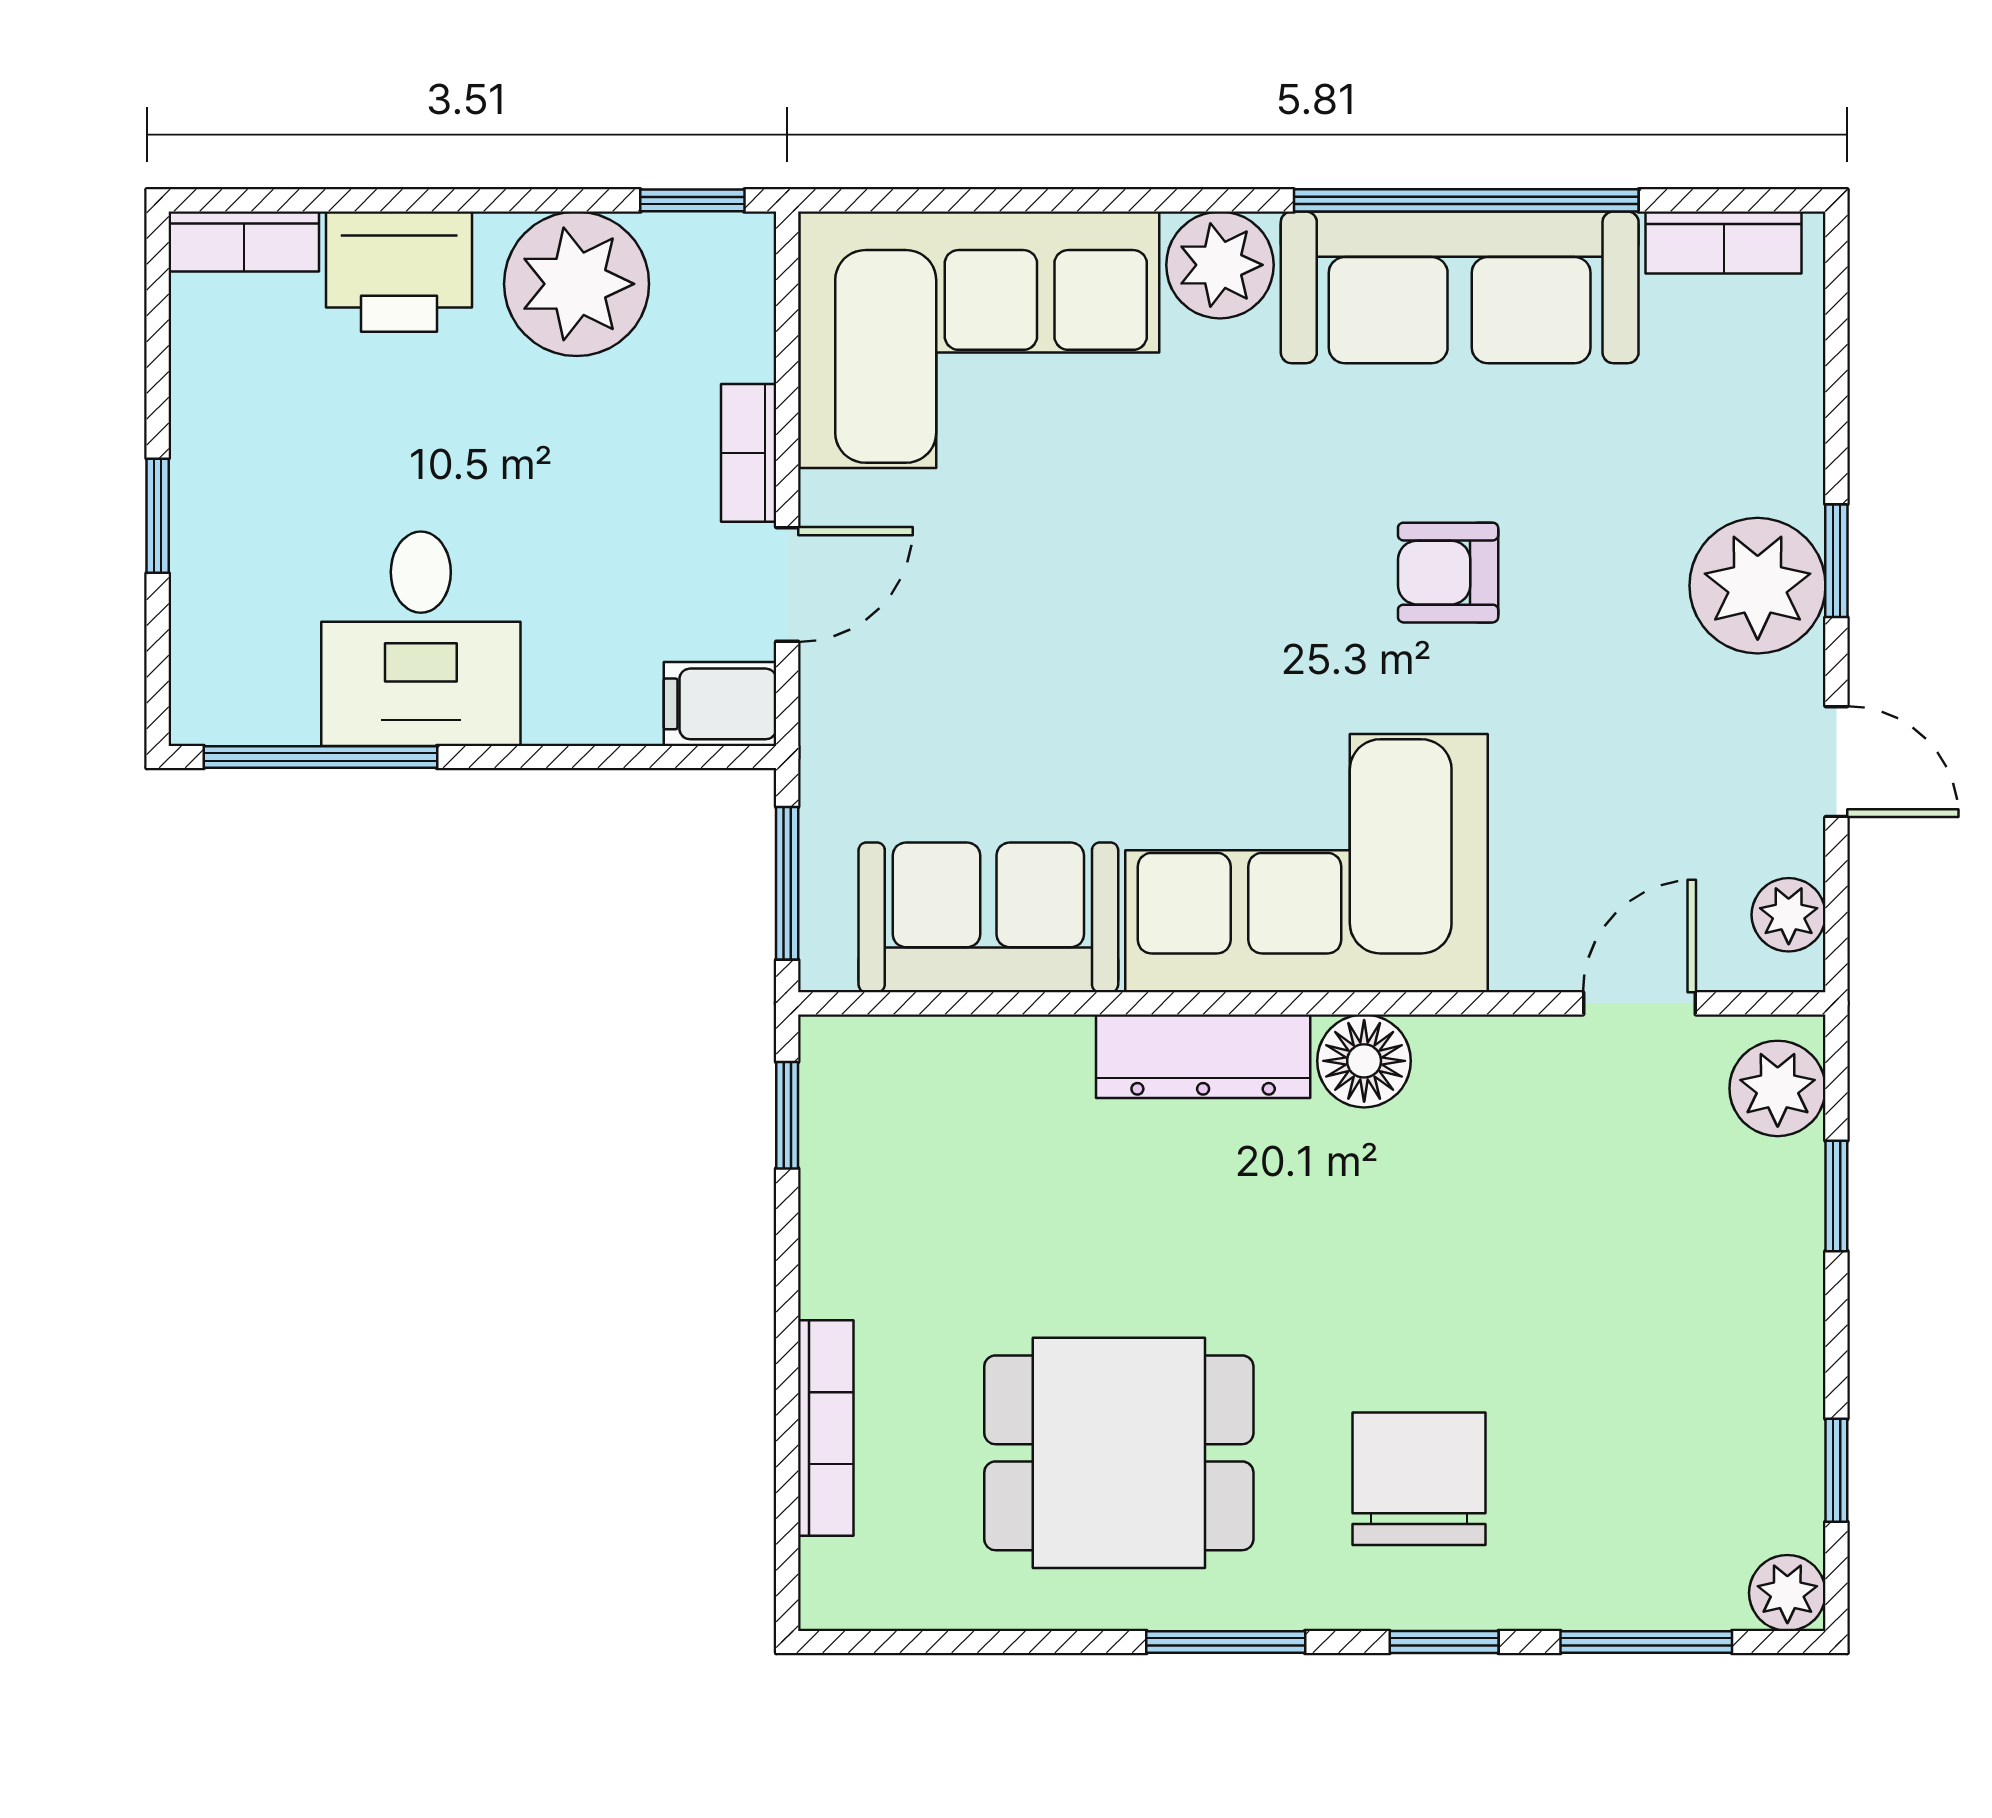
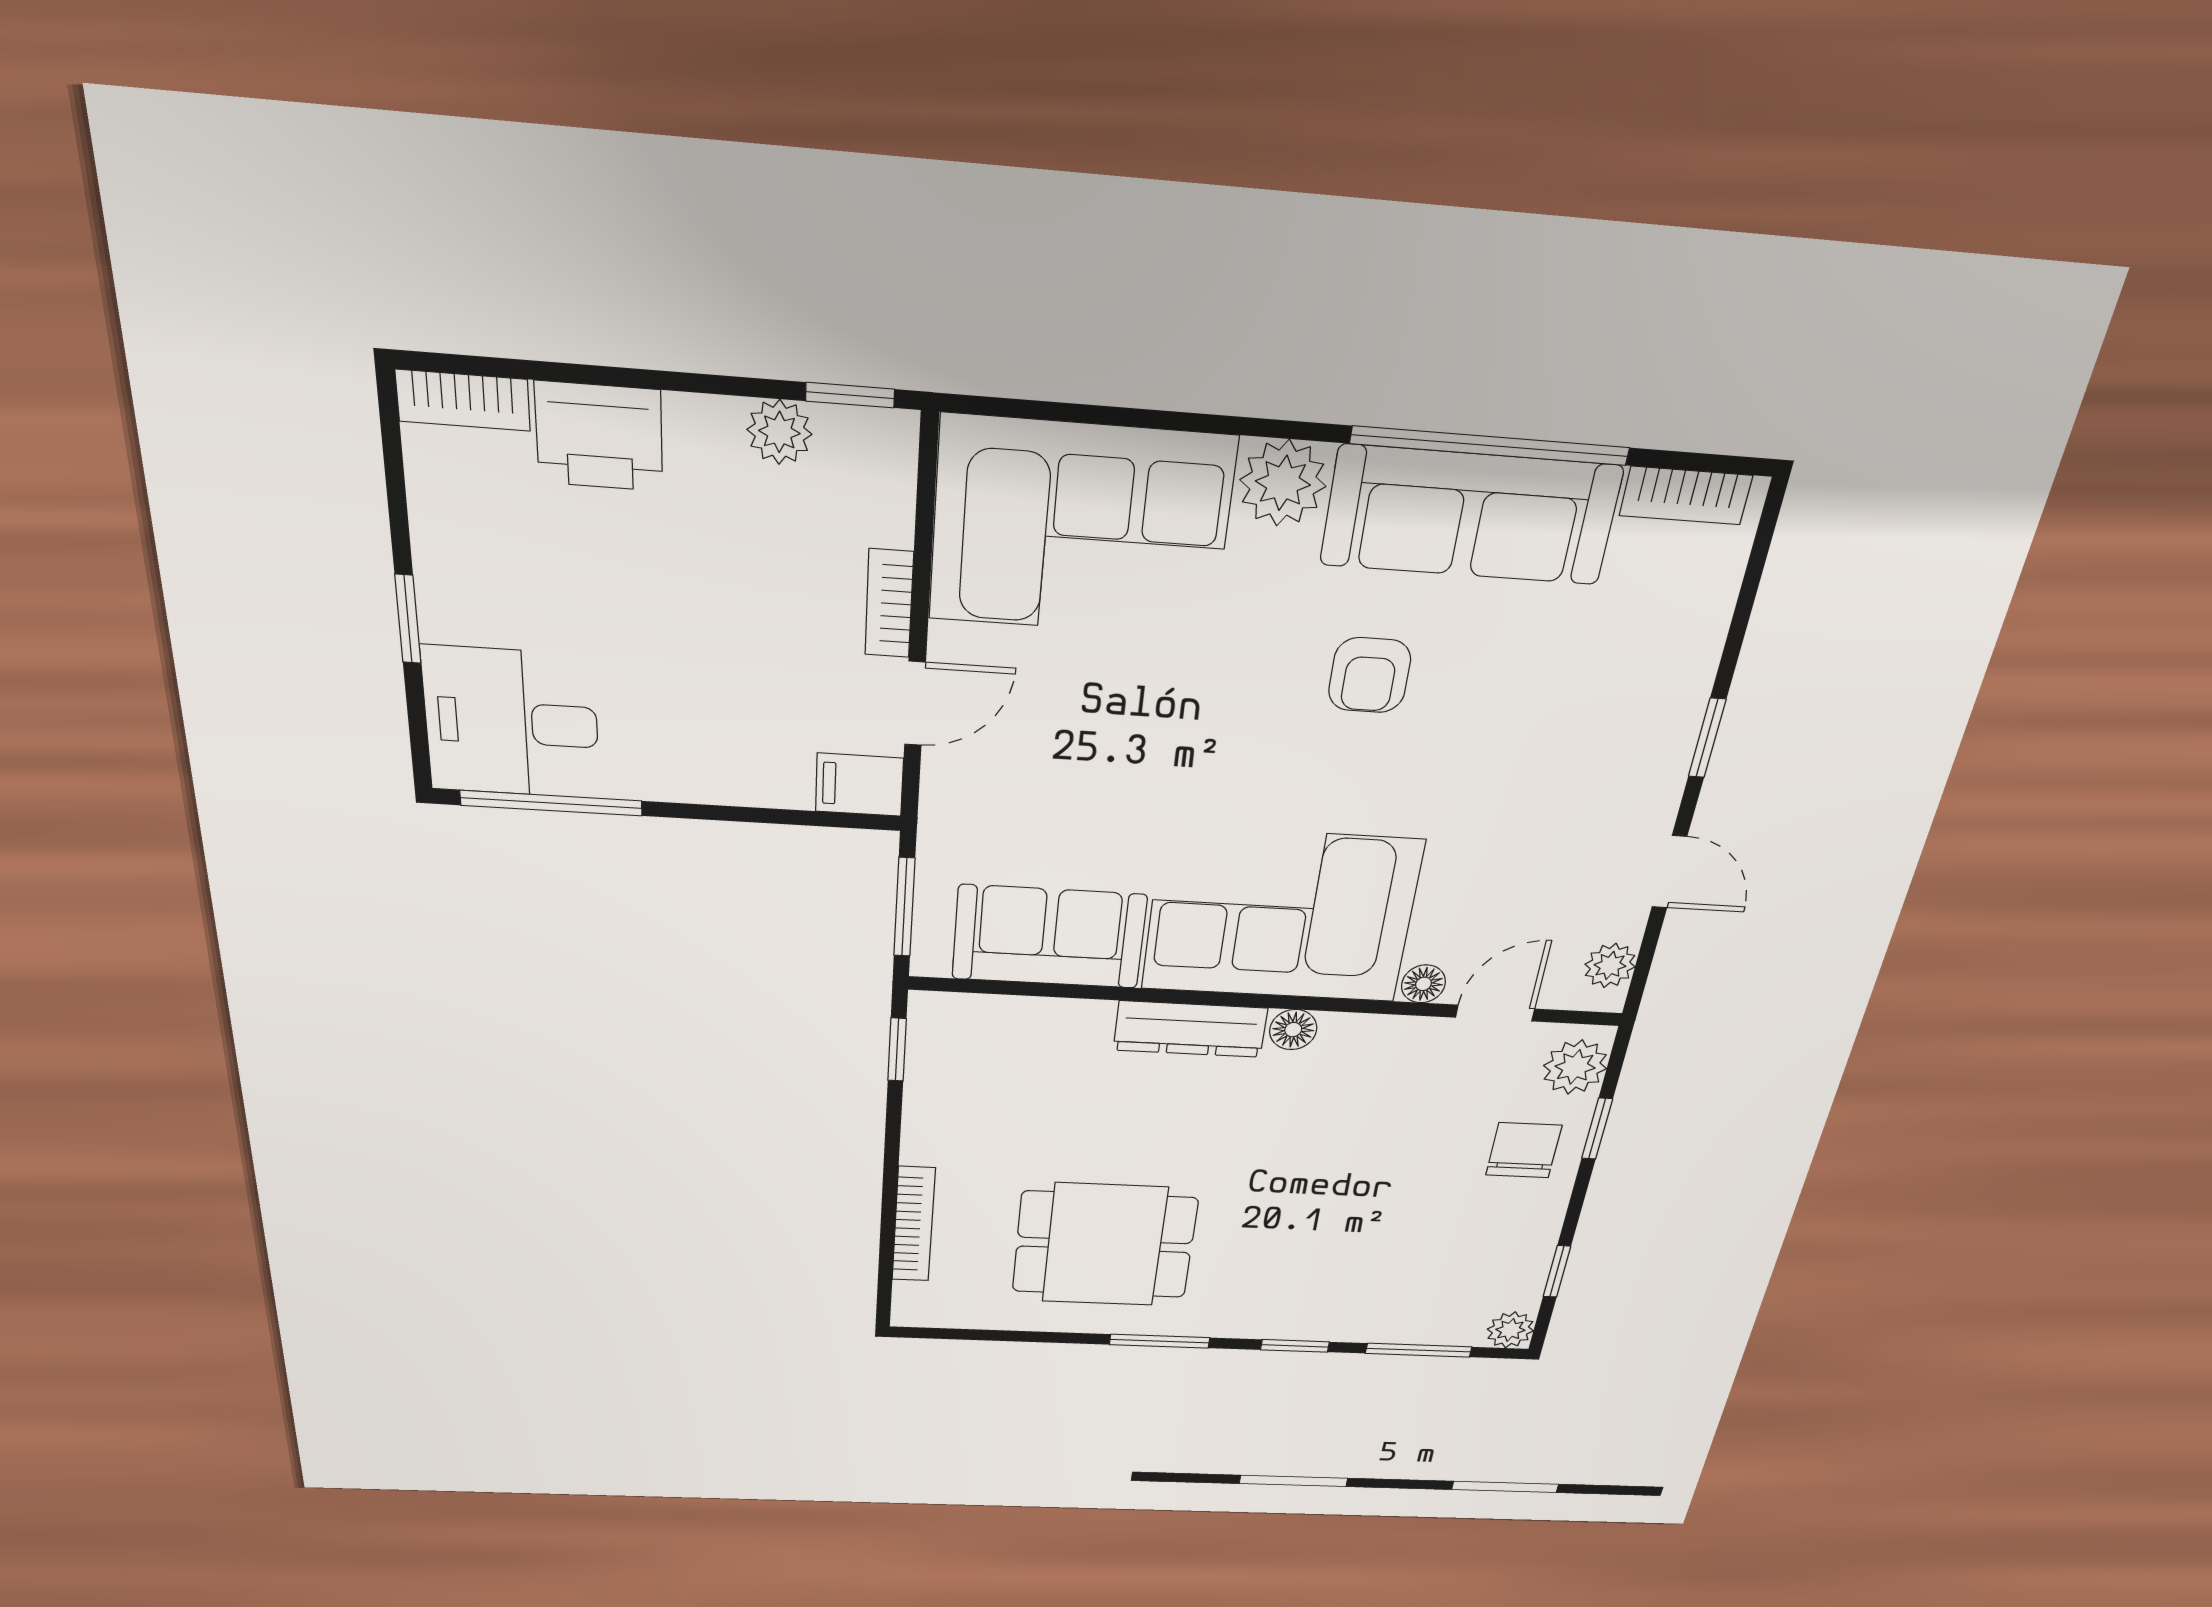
plant: (577, 284) -> (779, 432), width x0.53, depth x0.53
armchair: (1448, 573) -> (1370, 675), moved, turned -90
plant: (1758, 586) -> (1645, 752), removed
desk: (421, 639) -> (512, 723), moved, turned 90
floor lamp: (1526, 961) -> (1423, 984), added
floor lamp: (1364, 1061) -> (1293, 1030), width x0.73, depth x0.73
chair: (1419, 1479) -> (1524, 1150), moved, width x0.73, depth x0.73

